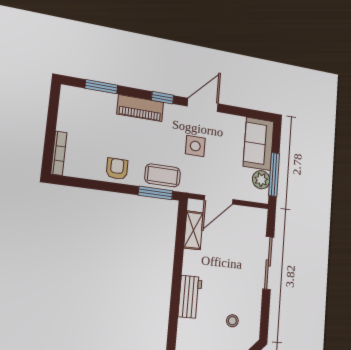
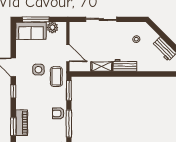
piano: (140, 108) -> (22, 123), moved
window: (274, 174) -> (36, 19), moved
coffee table: (163, 175) -> (56, 77), moved
window: (97, 185) -> (69, 123), added
shelving: (193, 230) -> (102, 67), moved

